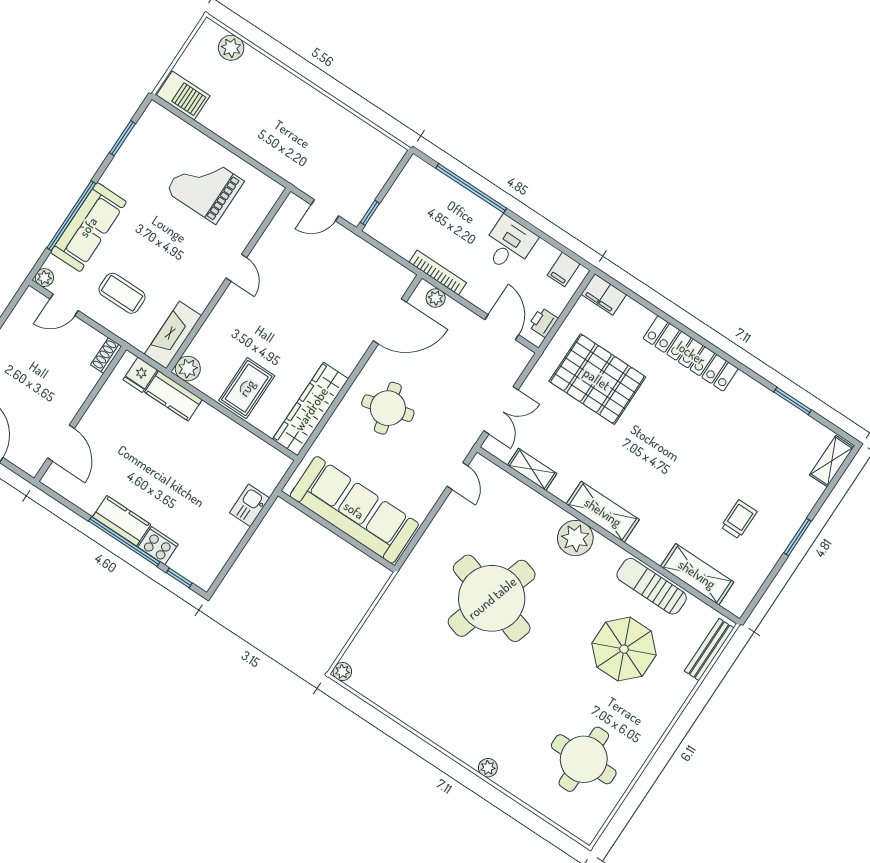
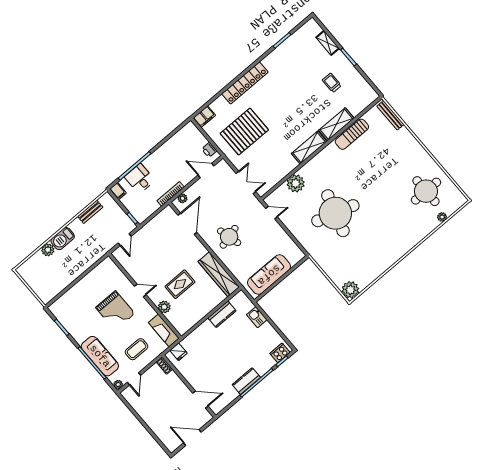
plant: (231, 48) -> (48, 250), moved
barbecue: (183, 95) -> (63, 239), moved, turned 180
bench: (359, 129) -> (90, 212), added
grand piano: (205, 186) -> (115, 311), moved, turned -90
desk: (509, 244) -> (140, 179), moved
filing cabinet: (564, 269) -> (118, 191), moved
plant: (188, 368) -> (164, 307), moved
rug: (247, 388) -> (180, 284), moved, turned 90
kitchen counter: (173, 396) -> (222, 314), moved
shelving: (832, 461) -> (328, 43), moved
shelving: (532, 469) -> (279, 176), removed
sofa: (354, 510) -> (269, 275), width x0.74, depth x0.79
plant: (575, 538) -> (296, 183), moved
cooker: (158, 546) -> (280, 353), moved
shelving: (697, 574) -> (336, 124), moved
parasol: (624, 649) -> (378, 156), removed
plant: (342, 672) -> (350, 290), width x1.88, depth x1.88
plant: (488, 768) -> (442, 217), moved

